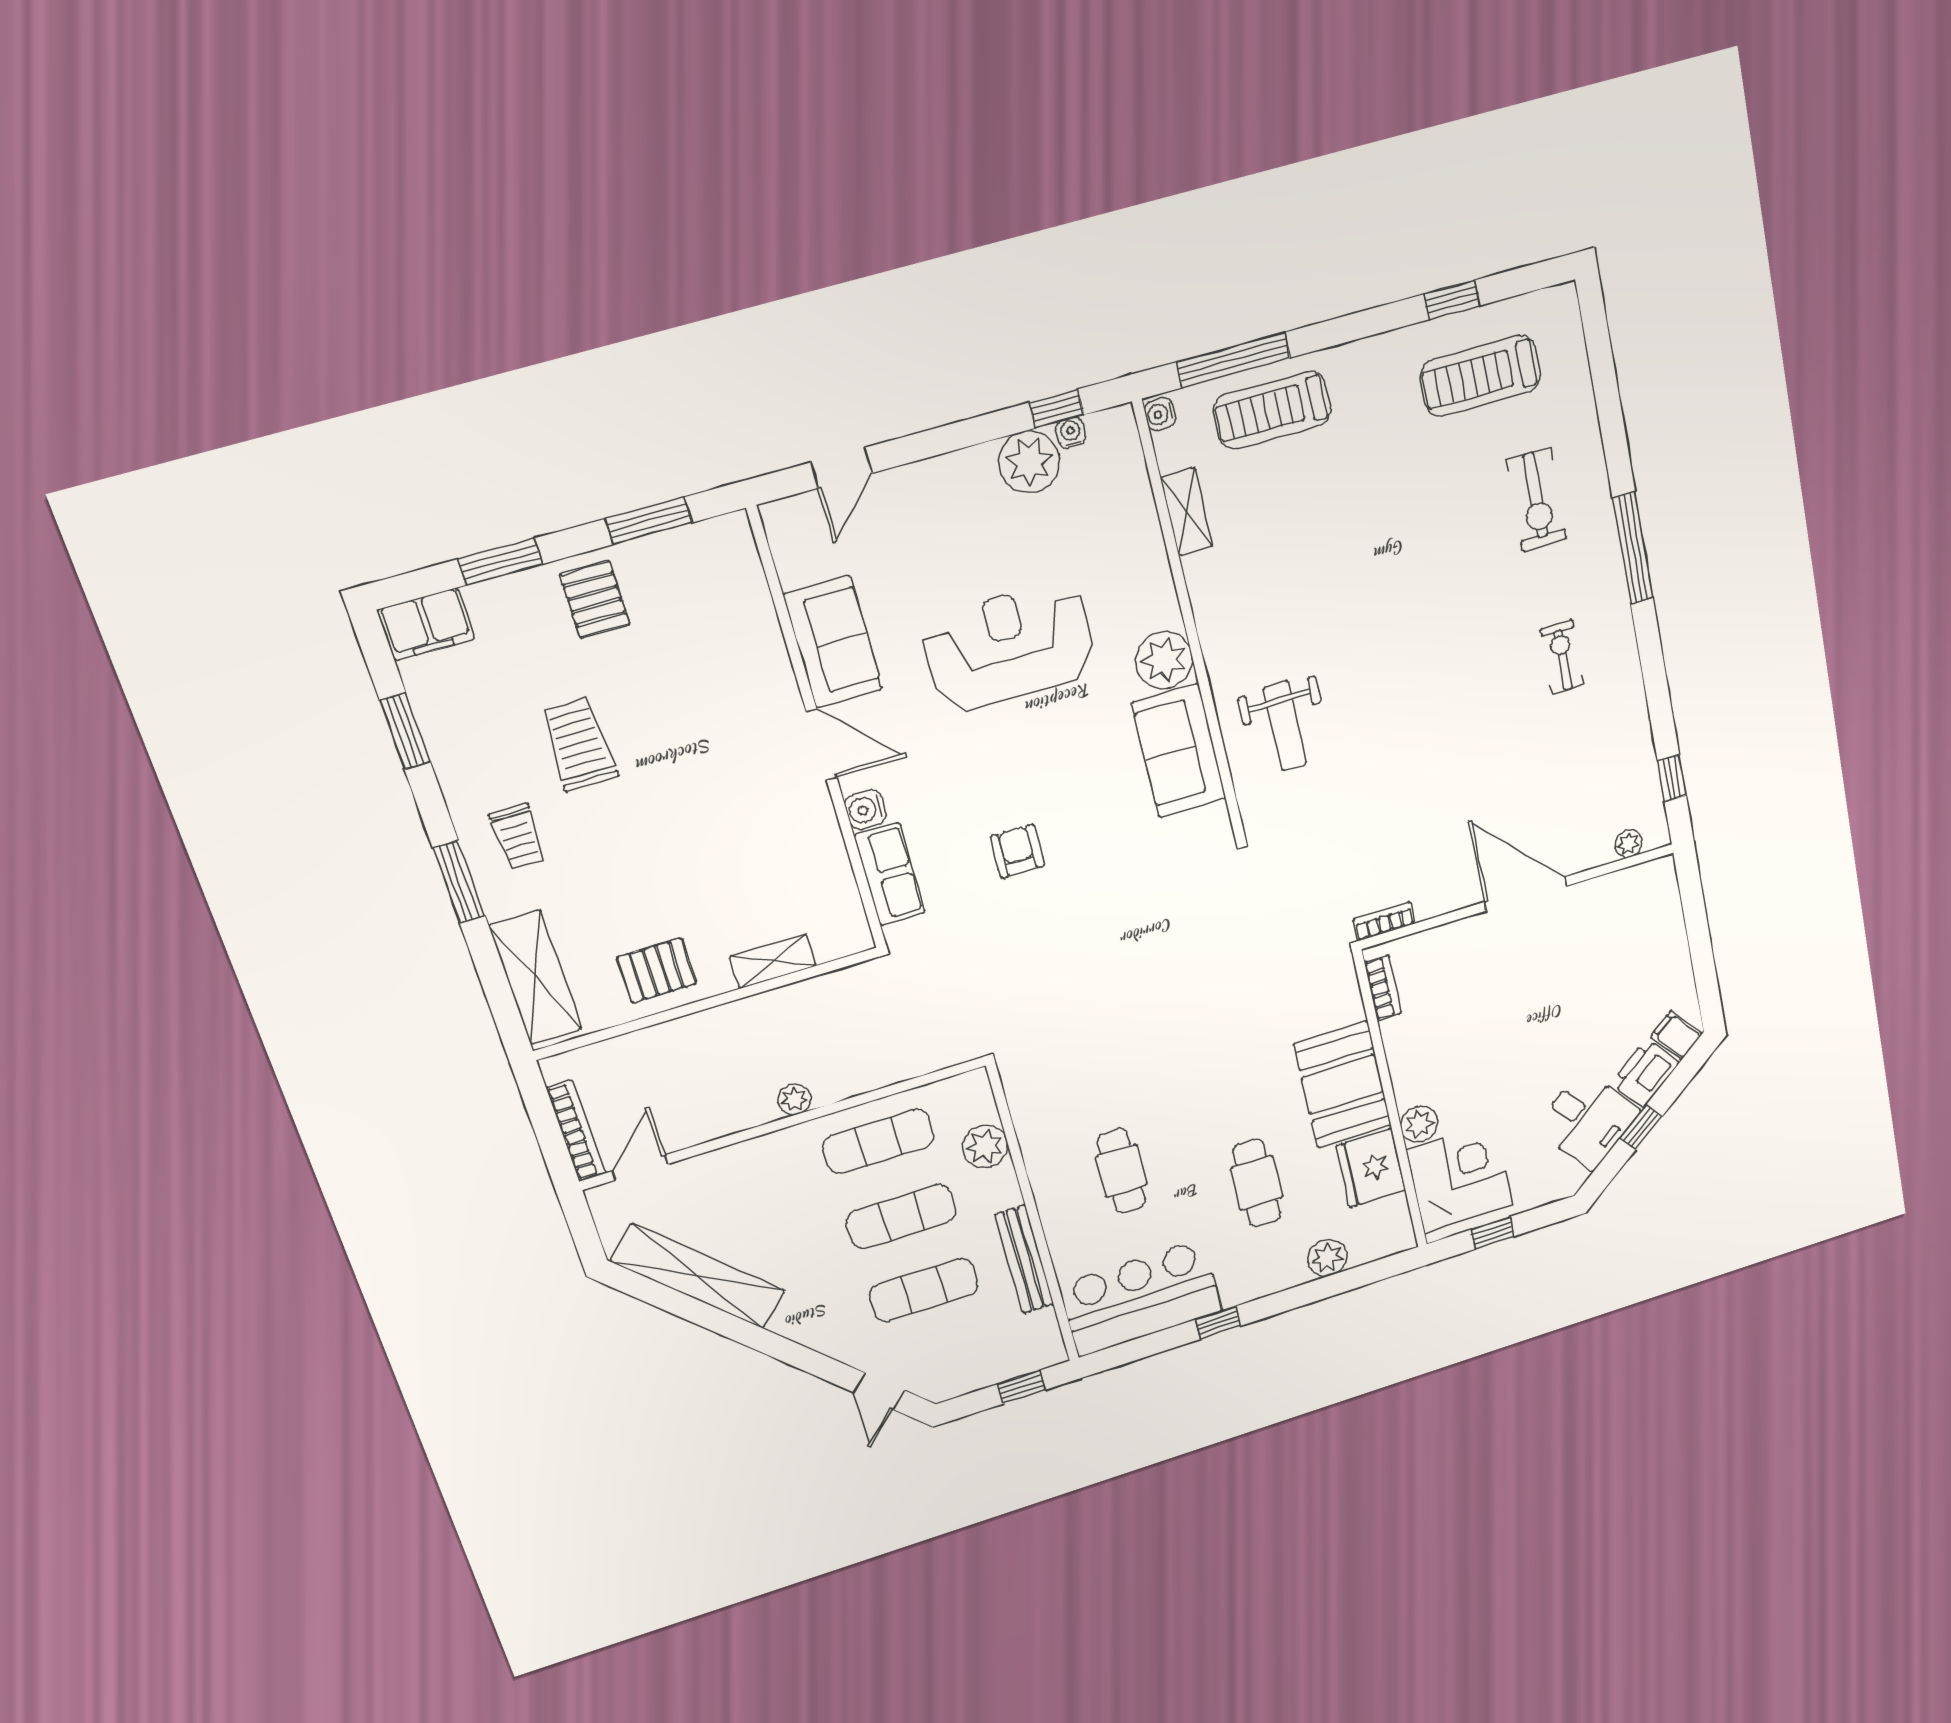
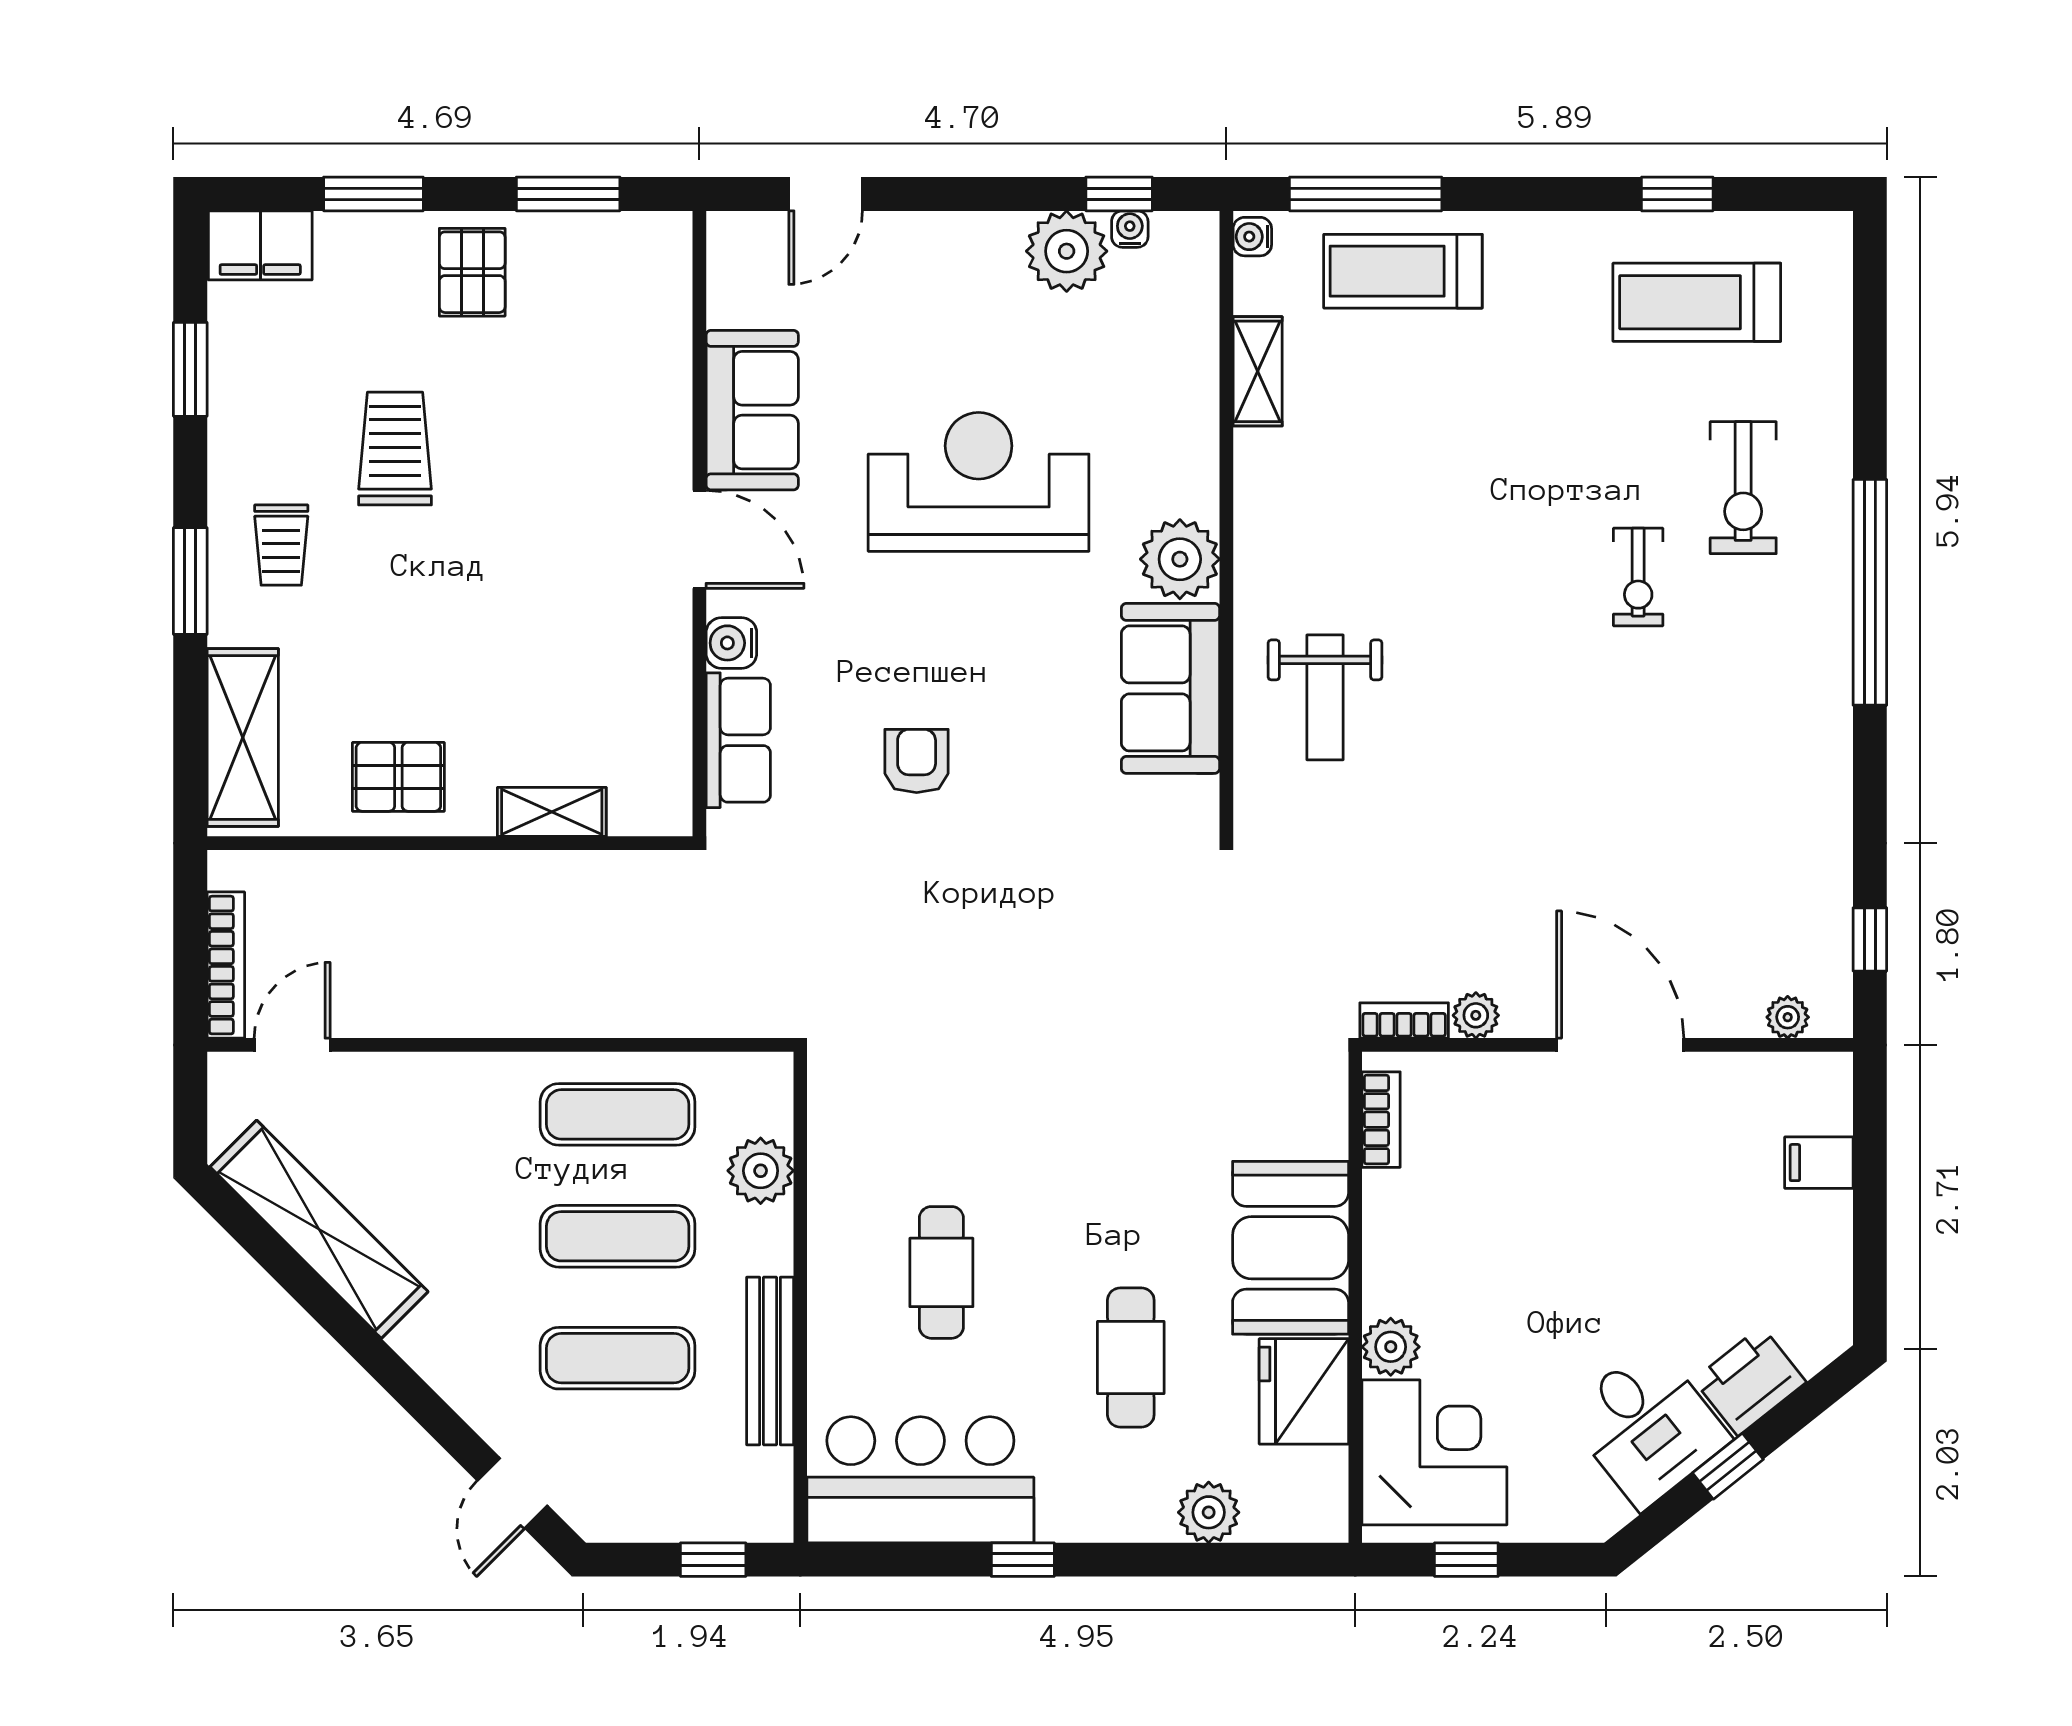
window: (1633, 548) -> (1870, 592), width x1.46
exercise bike: (1562, 657) -> (1638, 577), moved, turned 180
filing cabinet: (1676, 1035) -> (1819, 1163), moved, turned -52
plant: (794, 1099) -> (1476, 1015), moved

